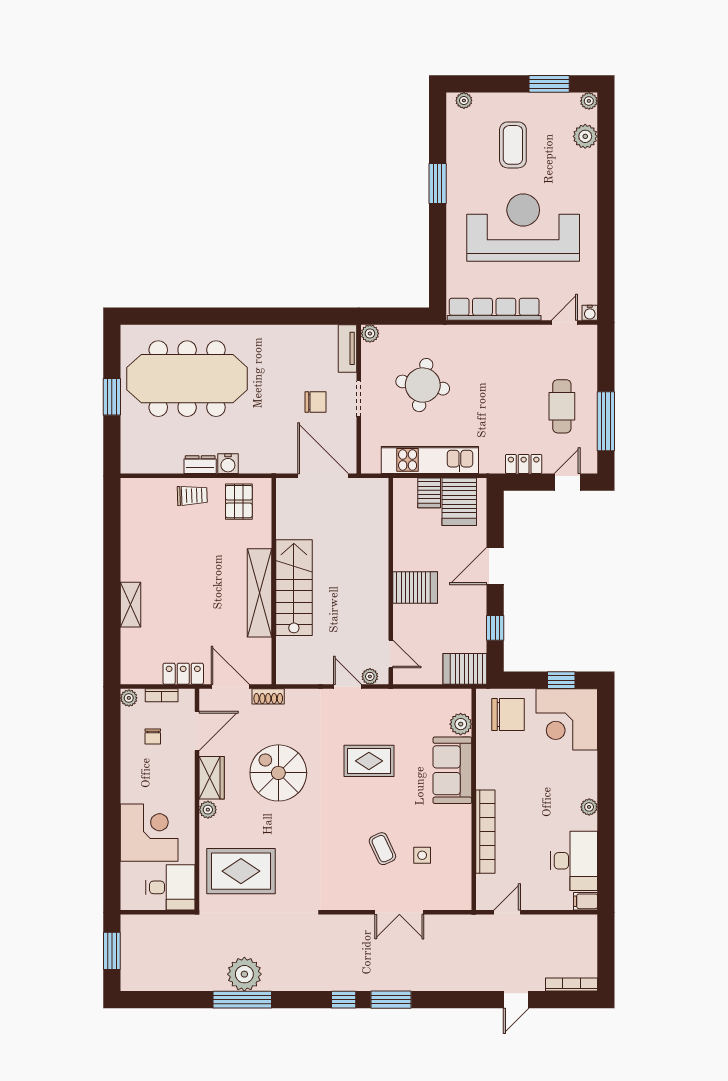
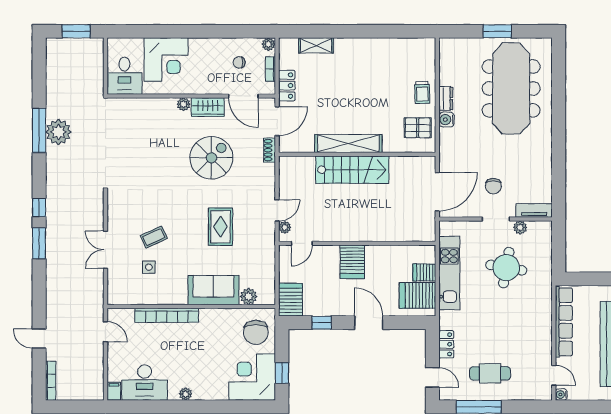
plant: (370, 333) -> (520, 227), moved
shelving: (130, 605) -> (316, 45), moved
rug: (241, 871) -> (137, 129), removed

